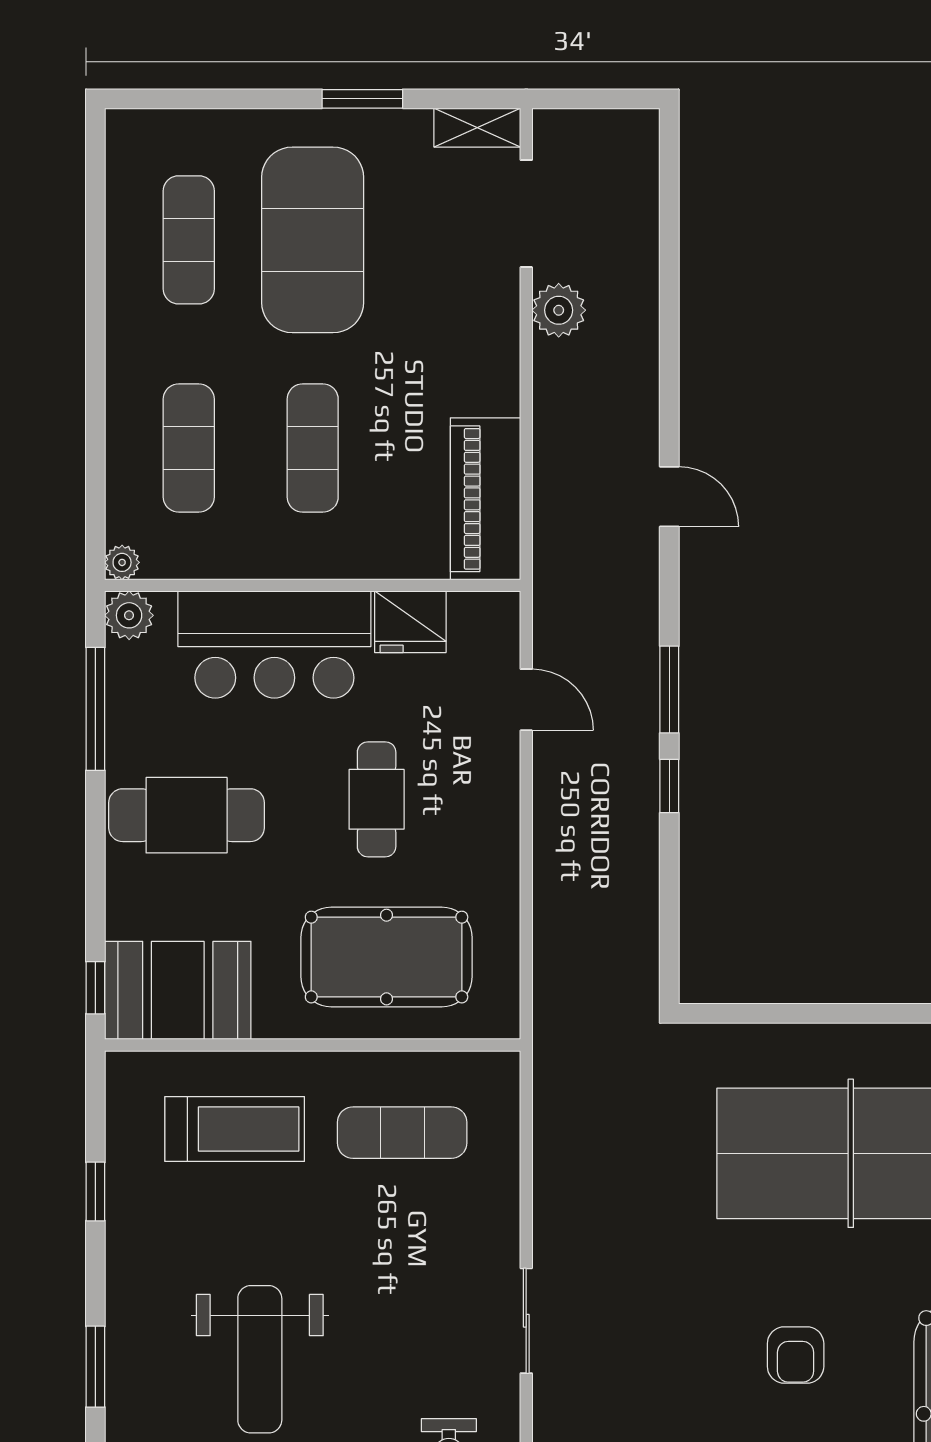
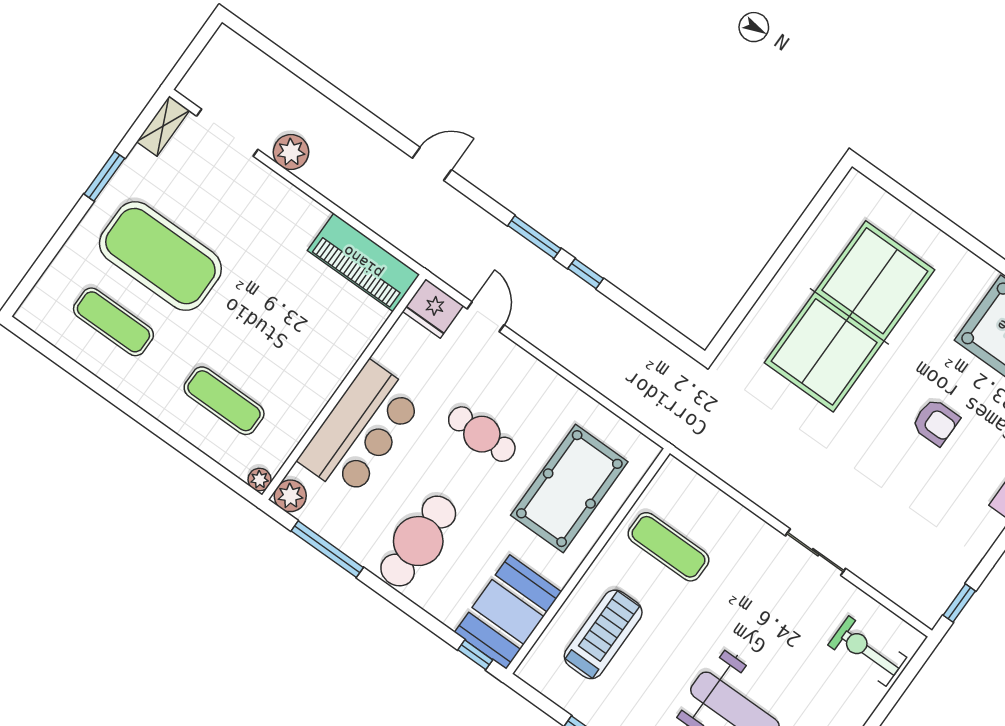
exercise mat: (313, 448) -> (271, 335), removed
fridge: (410, 622) -> (433, 308), moved, turned 90
door: (526, 700) -> (486, 317), hinge flipped
exercise mat: (402, 1133) -> (669, 547), turned 90

